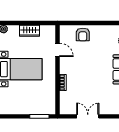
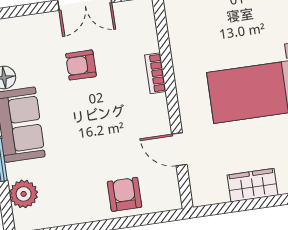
armchair: (93, 90) -> (81, 65), added

